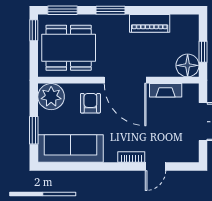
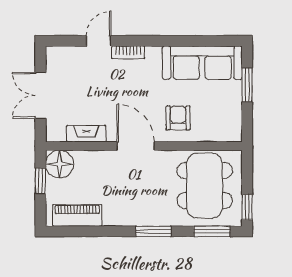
piano: (150, 23) -> (77, 215), moved
dining table: (69, 48) -> (205, 186), turned 90
door: (125, 80) -> (136, 146), width x0.73
plant: (51, 97) -> (226, 126), removed
armchair: (90, 103) -> (178, 118), turned 180

